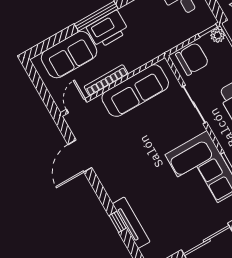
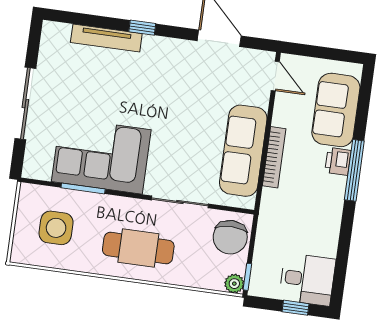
printer: (108, 29) -> (338, 161), width x0.53, depth x0.68
bookcase: (106, 80) -> (274, 157), moved
window: (118, 222) -> (142, 28), moved

